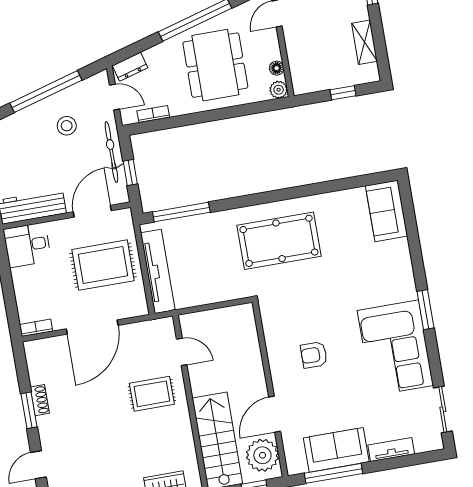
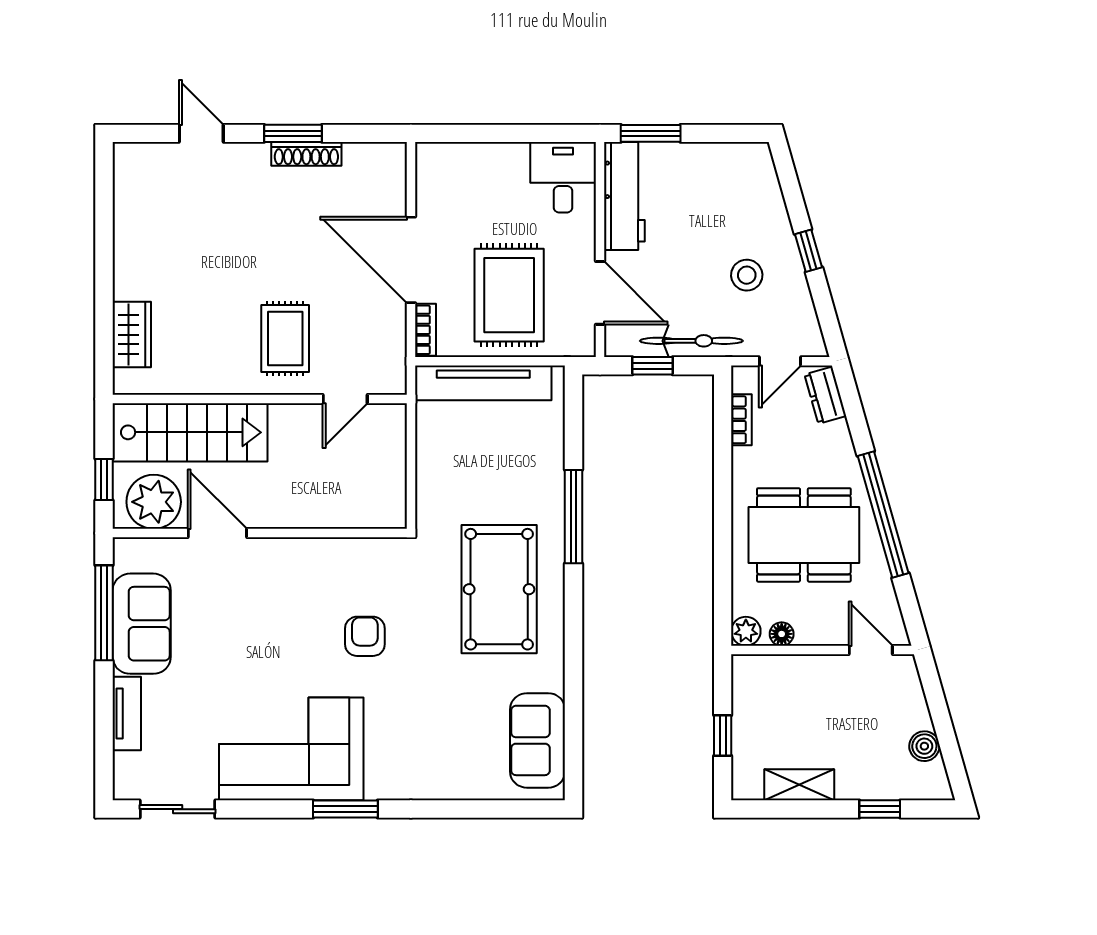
window: (46, 92) -> (808, 251), width x0.32
sofa: (386, 211) -> (538, 740), moved, turned -90
window: (181, 212) -> (573, 517), moved
bookcase: (36, 328) -> (426, 330), moved
armchair: (314, 355) -> (365, 636), moved
shoe rack: (40, 400) -> (306, 154), width x1.43

